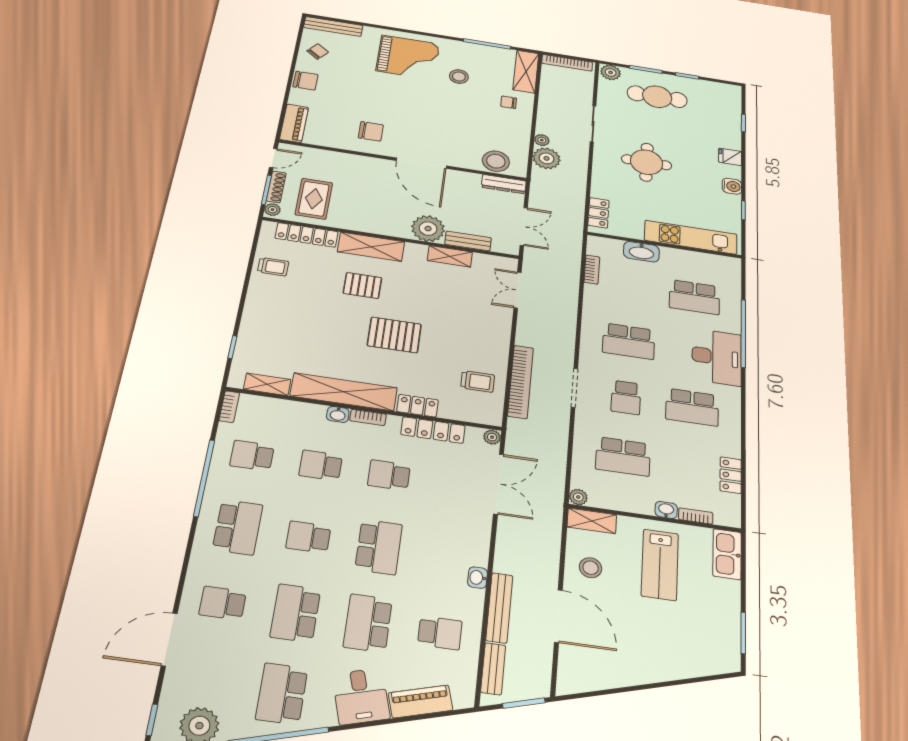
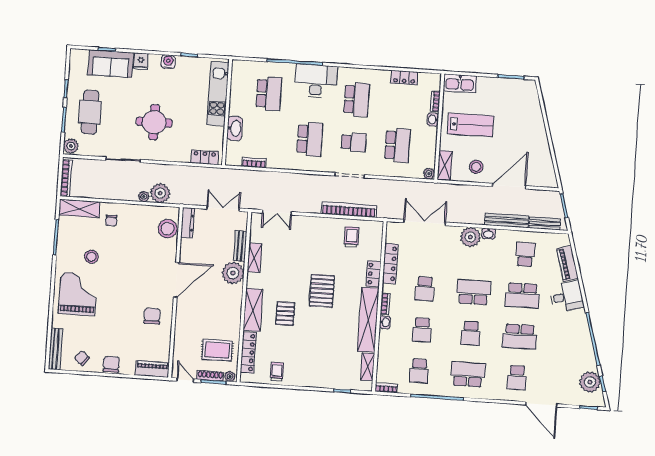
sofa: (724, 125) -> (111, 64), added
plant: (492, 437) -> (470, 237), moved, width x1.88, depth x1.88
school desk: (282, 694) -> (568, 340), removed

